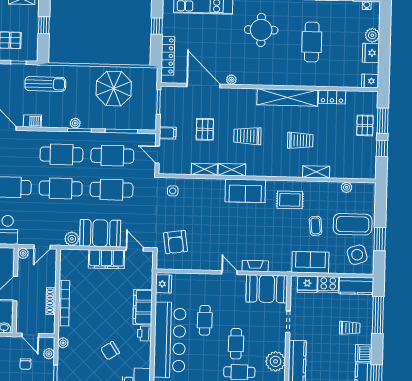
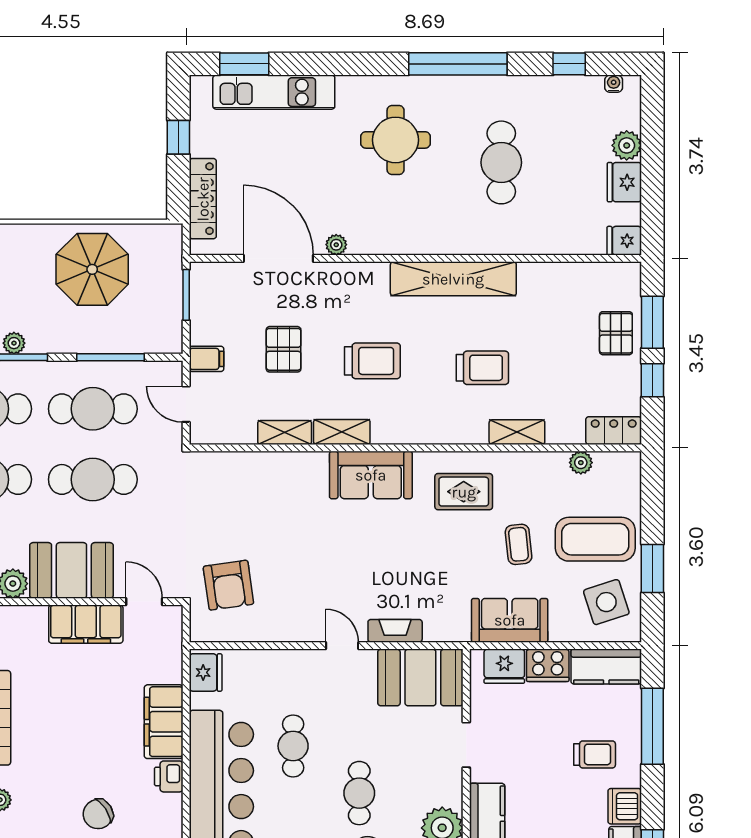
locker: (332, 97) -> (614, 431), moved, turned 180
trolley: (247, 136) -> (372, 361), turned 180
side table: (173, 191) -> (220, 479), removed

